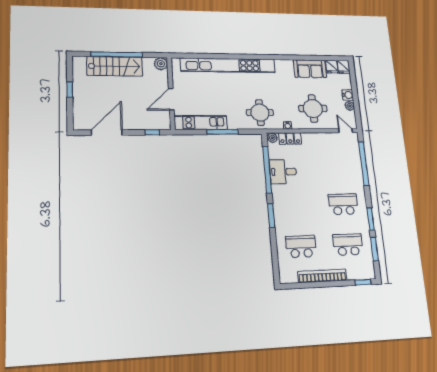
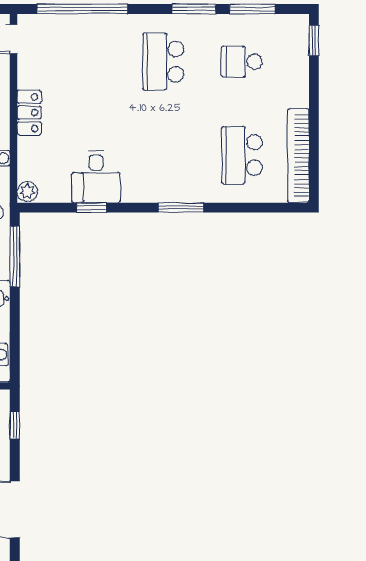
window: (223, 132) -> (15, 256), moved
locker: (290, 138) -> (29, 113), moved
window: (267, 170) -> (91, 208), width x0.32
school desk: (348, 245) -> (242, 62), width x0.54
bookcase: (322, 276) -> (298, 156), moved

